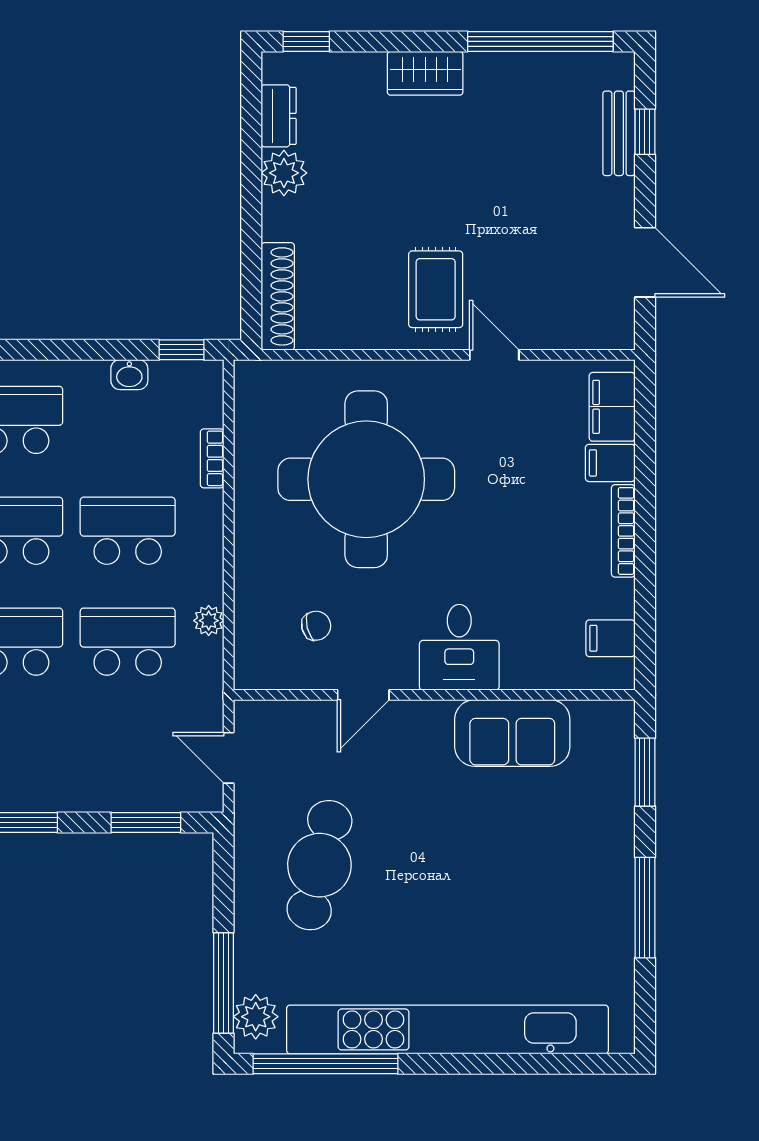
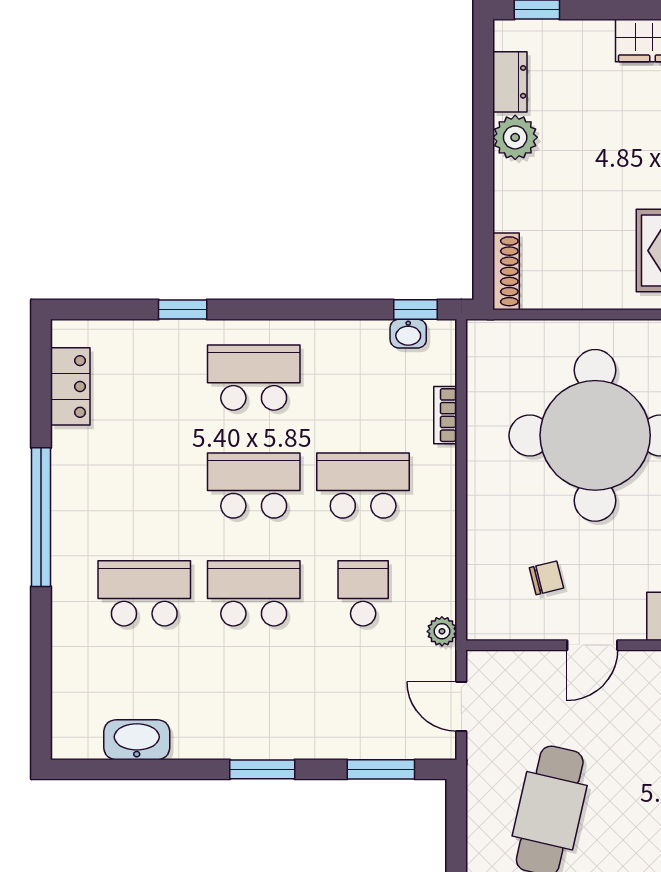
shoe rack: (278, 296) -> (506, 271), width x0.74, depth x0.81
washbasin: (129, 375) -> (408, 334), moved
plant: (209, 621) -> (442, 631), moved
school desk: (128, 642) -> (363, 593), width x0.54

